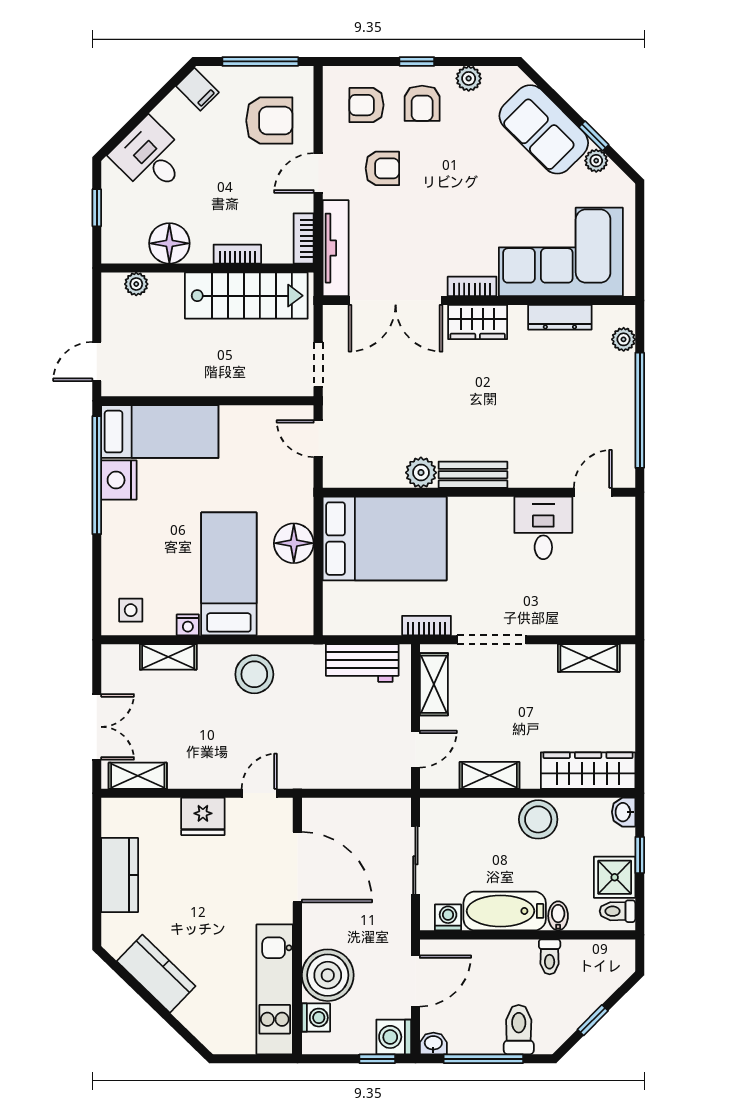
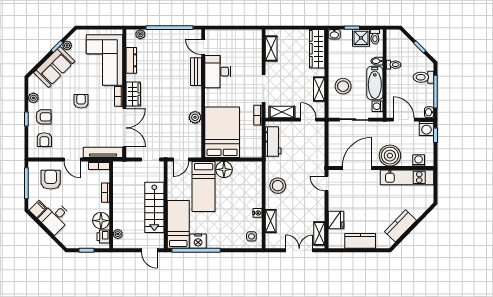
desk: (150, 157) -> (55, 218), moved
armchair: (382, 168) -> (81, 101), moved
printer: (130, 249) -> (103, 237), added
stairs: (246, 296) -> (154, 207), moved, turned 180
bench: (473, 475) -> (196, 72), moved
desk: (543, 528) -> (218, 72), width x1.37
bed: (229, 574) -> (204, 187), moved, turned -90
fridge: (203, 816) -> (336, 220), moved
stool: (538, 819) -> (343, 86), moved
boiler: (328, 975) -> (390, 156), moved

